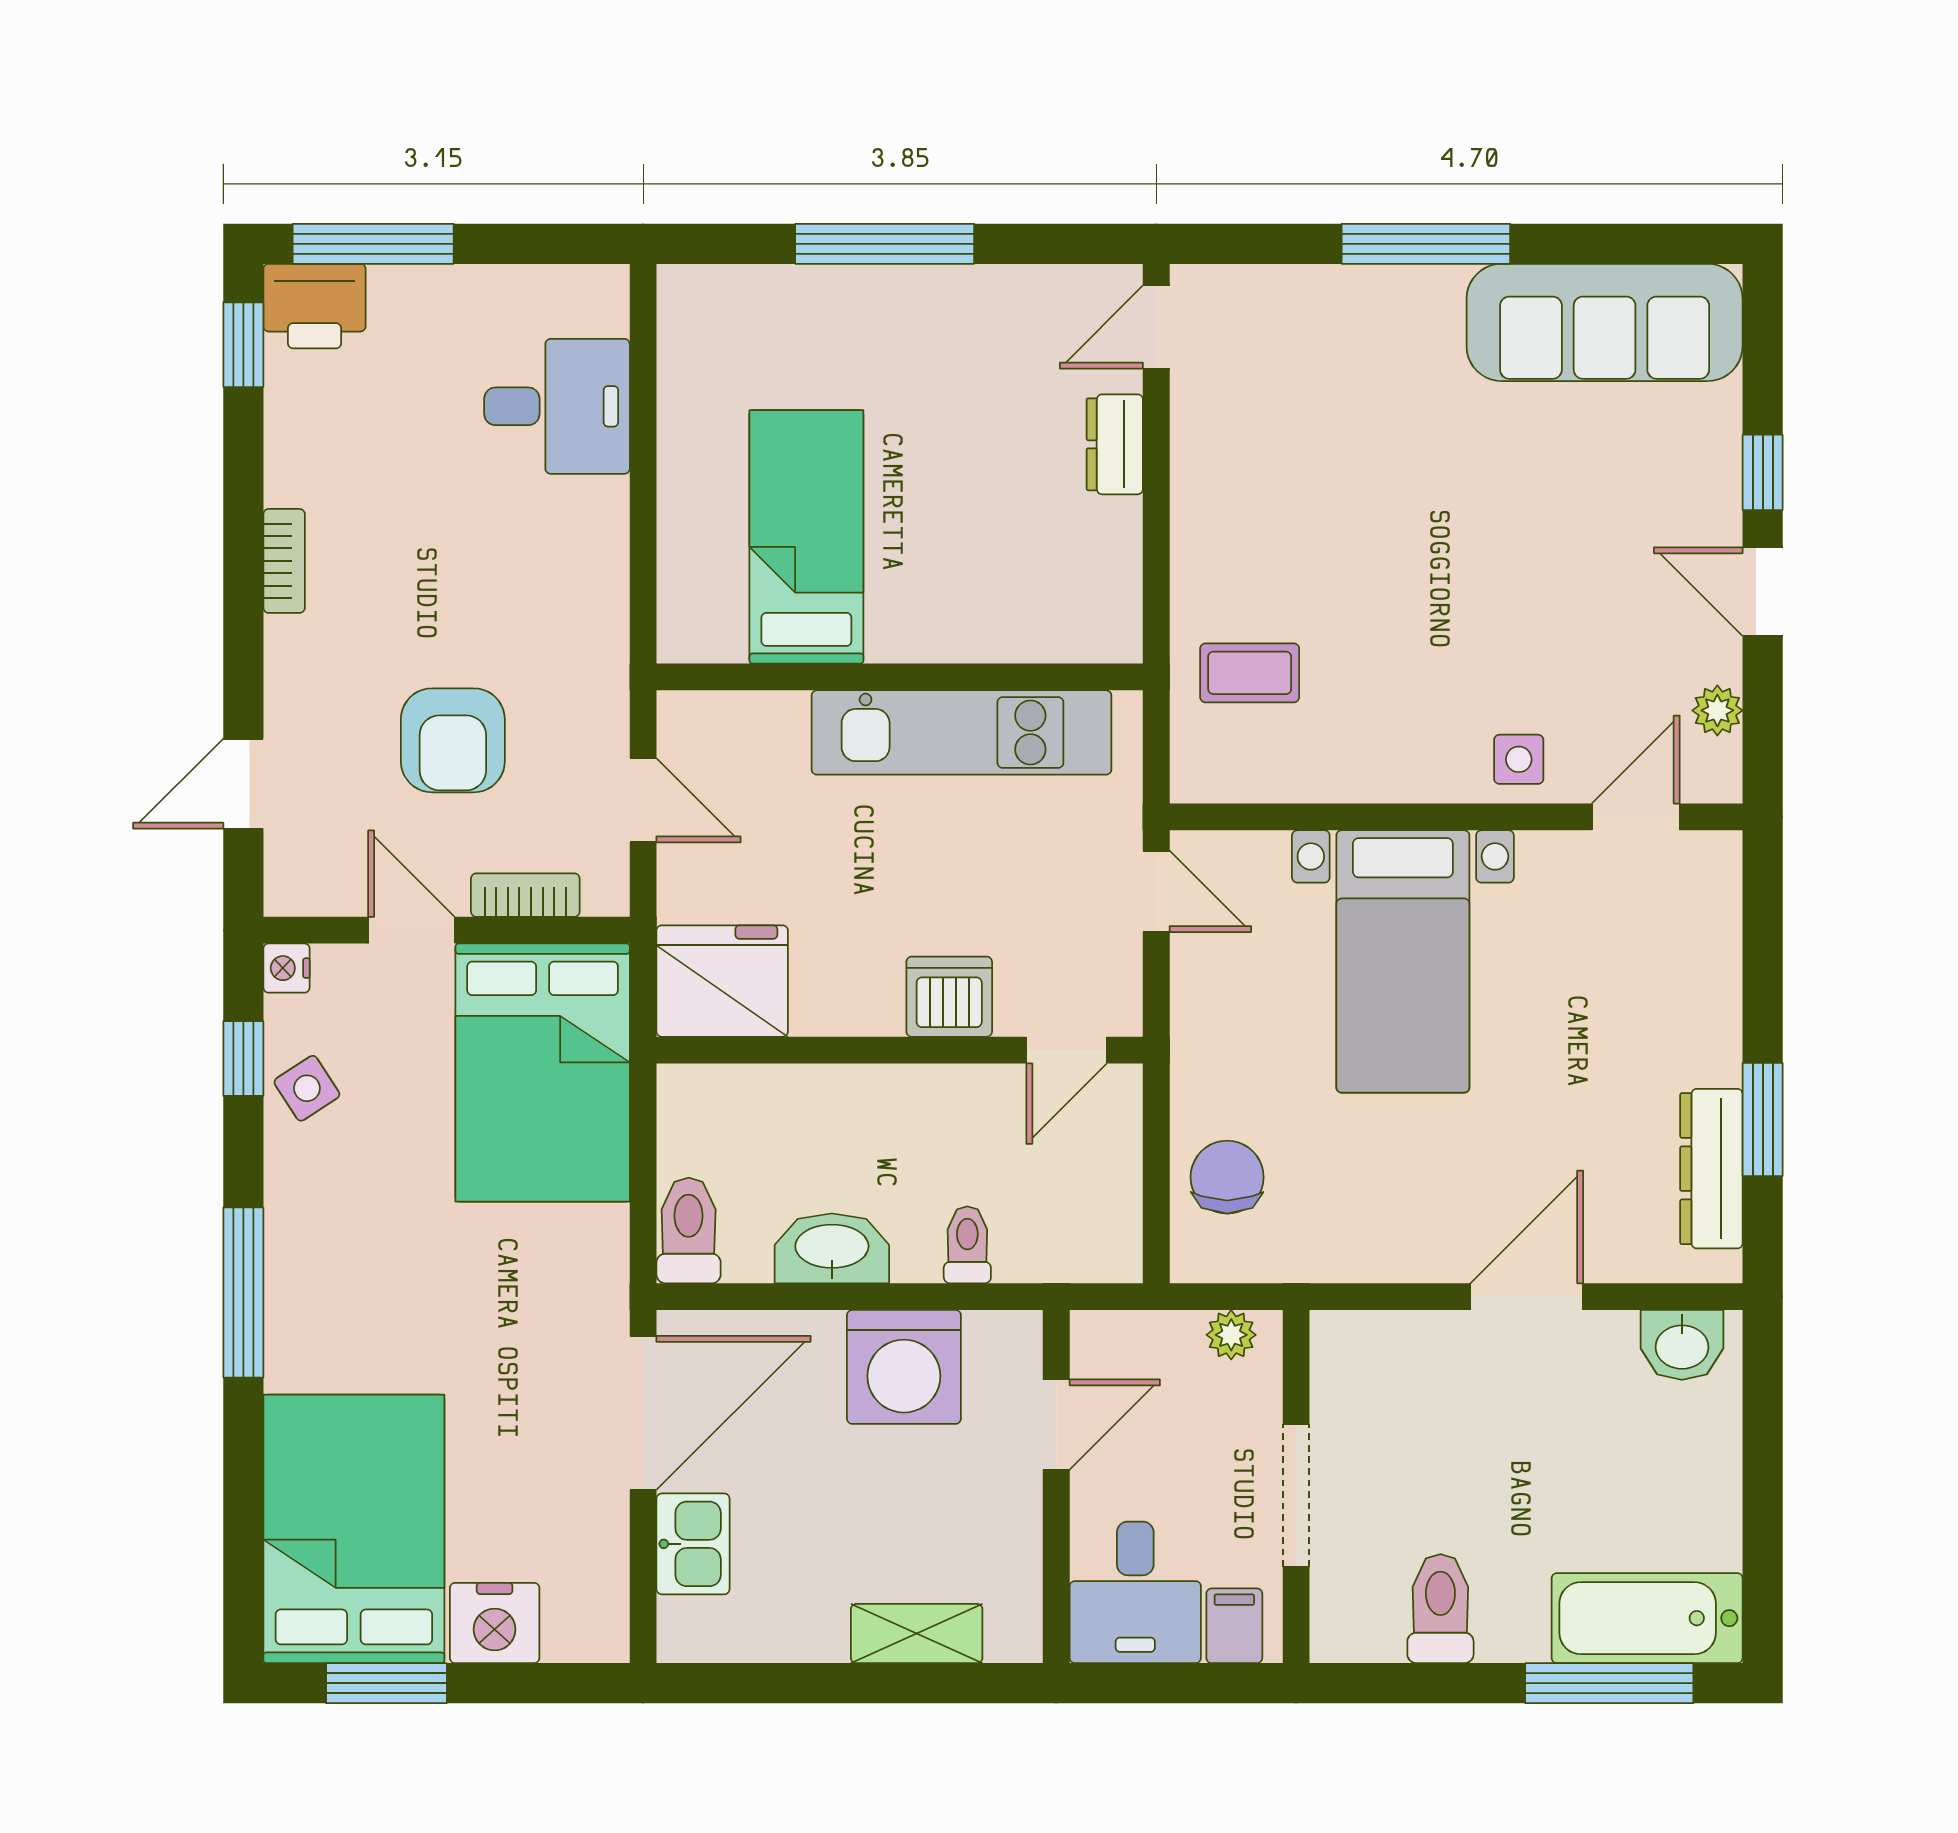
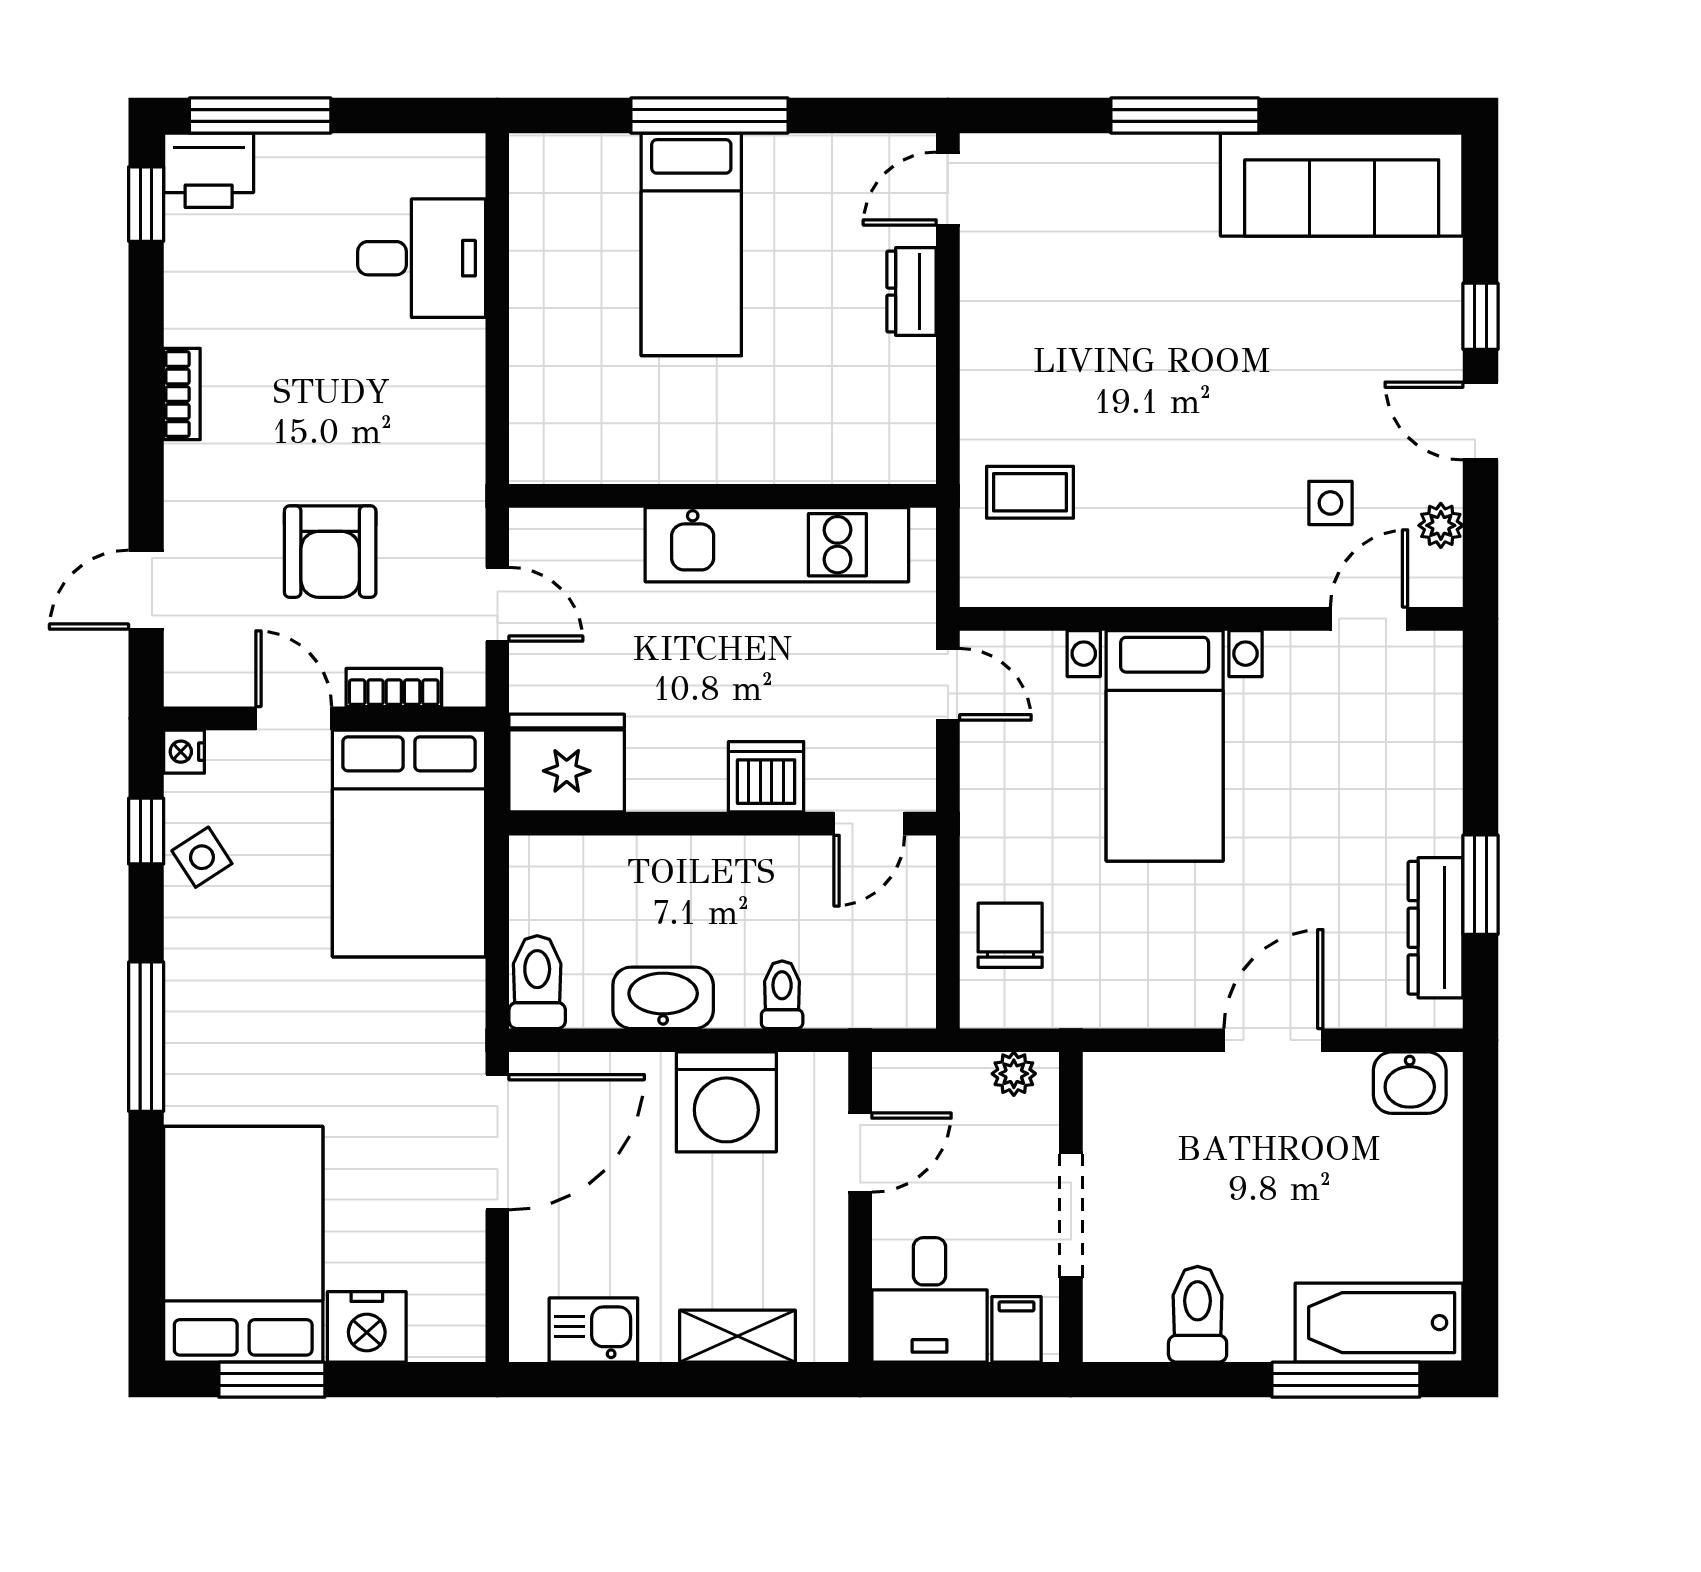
bed: (806, 537) -> (691, 244), moved, turned 180
side table: (1519, 759) -> (1330, 503), moved
kitchen sink: (693, 1544) -> (593, 1330), moved, turned -90

